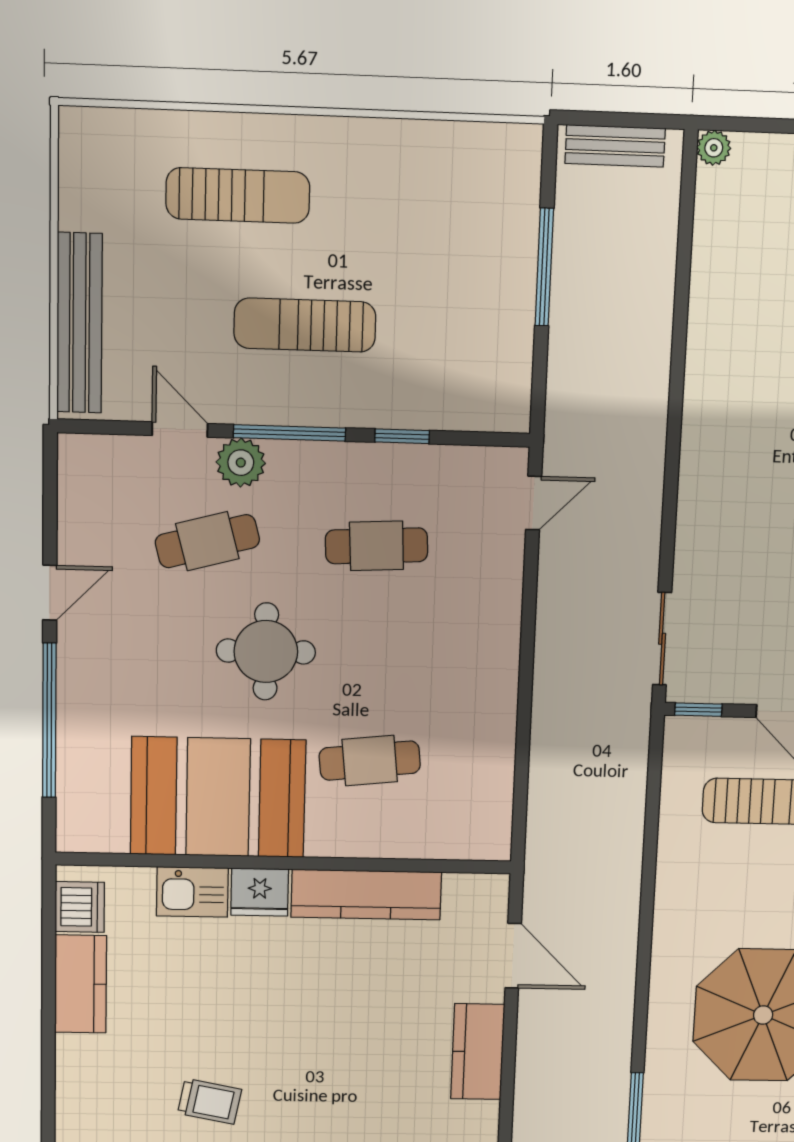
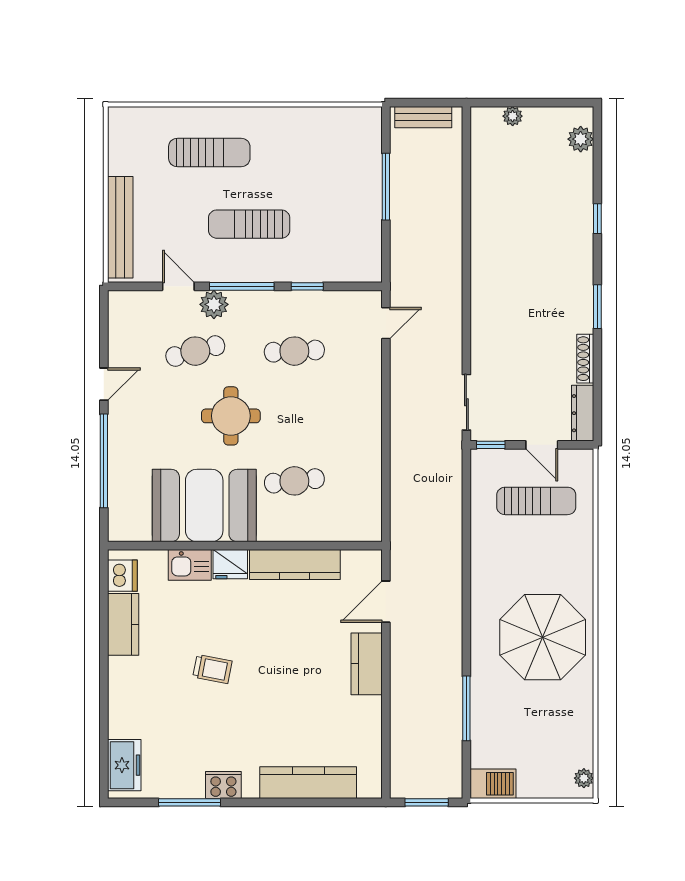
plant: (714, 148) -> (513, 116), moved
door: (513, 956) -> (386, 602), swing flipped
trolley: (210, 1101) -> (212, 669), moved

